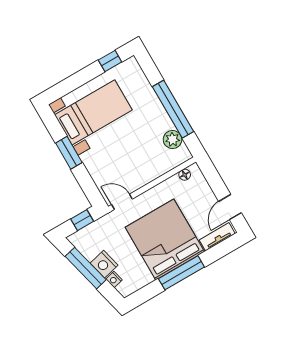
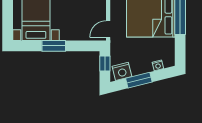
nightstand: (104, 264) -> (122, 71), moved
window: (86, 268) -> (139, 80), width x0.69

